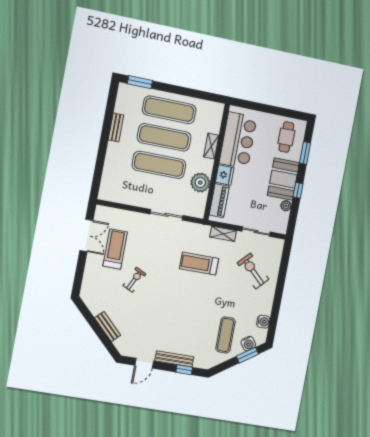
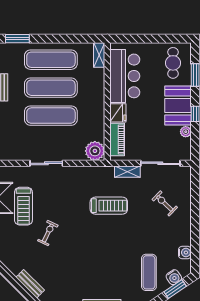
shelving: (211, 146) -> (99, 55), moved
plant: (200, 183) -> (95, 151), moved
sliding door: (167, 215) -> (46, 163), moved
sliding door: (256, 232) -> (160, 163), width x1.37
treadmill: (115, 249) -> (23, 206), turned 180
treadmill: (199, 264) -> (109, 206), turned 180
exercise bike: (253, 271) -> (165, 203), width x0.73, depth x0.72

